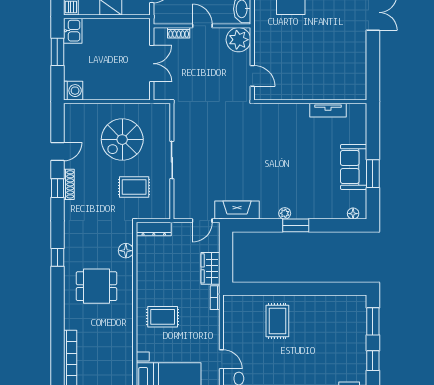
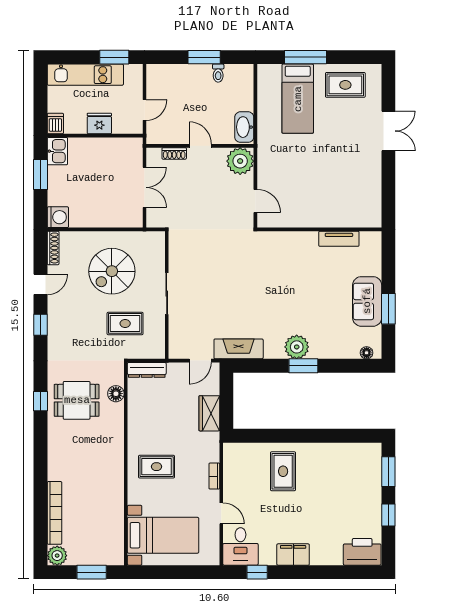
shoe rack: (69, 184) -> (53, 248), moved
plant: (285, 213) -> (297, 347), width x1.87, depth x1.87
dining table: (97, 286) -> (77, 400), moved
bookcase: (215, 298) -> (214, 476), moved

